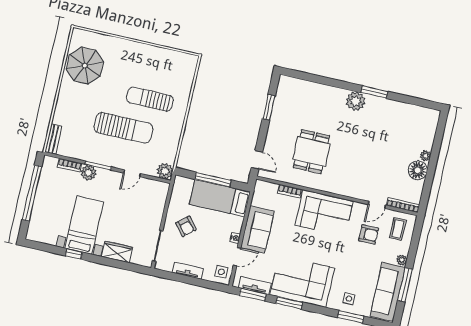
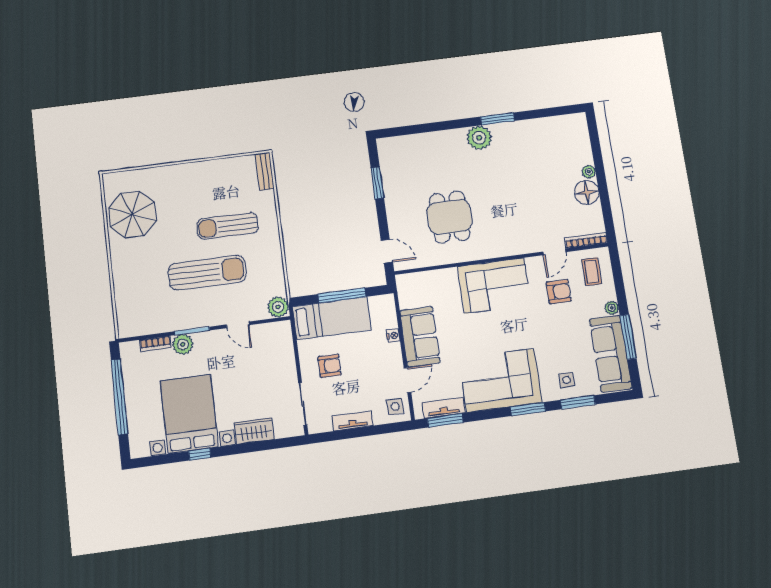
bench: (53, 139) -> (265, 171), moved
door: (132, 173) -> (238, 325), hinge flipped
bookcase: (290, 191) -> (442, 275), removed
bed: (220, 198) -> (332, 318), moved, turned 180
bed with nightstands: (84, 225) -> (189, 414), width x1.36
armchair: (186, 226) -> (330, 366), turned -50
nightstand: (235, 238) -> (393, 336), moved
window: (289, 303) -> (528, 409), moved

